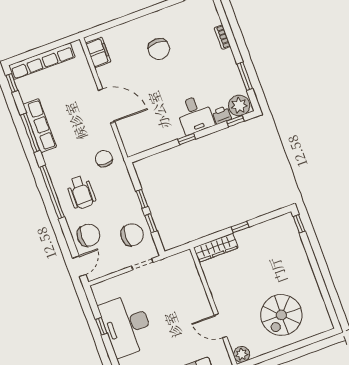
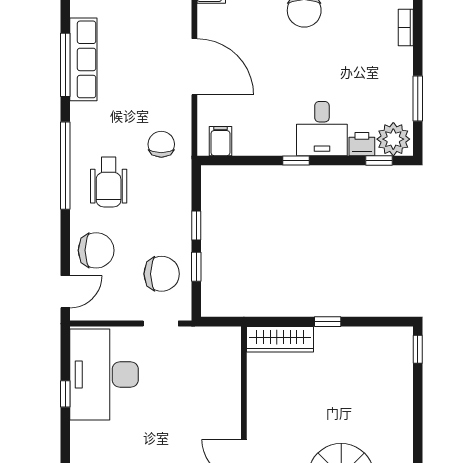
filing cabinet: (138, 144) -> (220, 141), added
desk: (127, 325) -> (104, 375), moved

